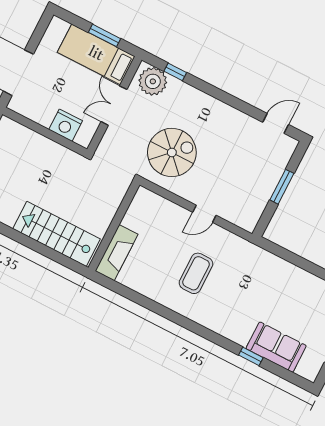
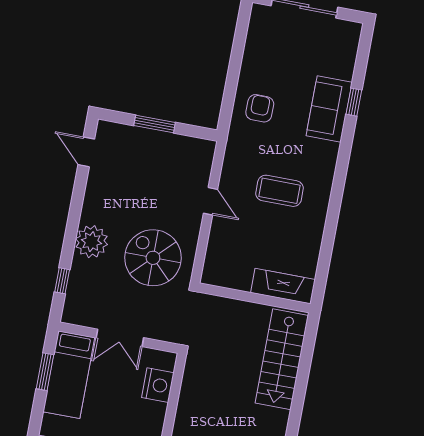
plant: (153, 81) -> (92, 242), moved
armchair: (269, 277) -> (260, 108), added
sofa: (276, 347) -> (329, 109), moved

